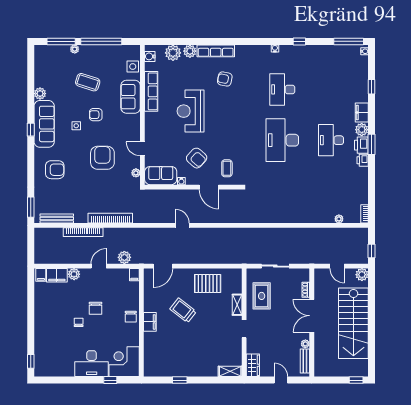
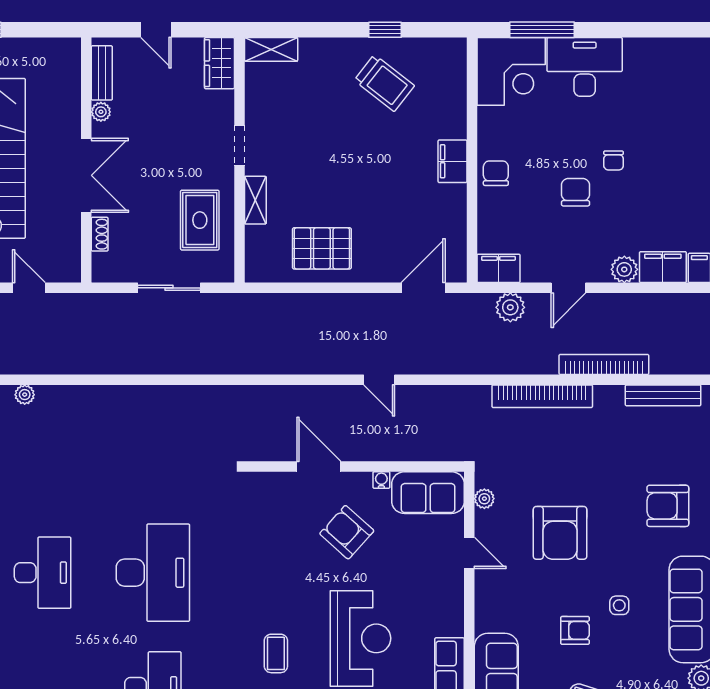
coffee table: (227, 168) -> (276, 653), moved
filing cabinet: (134, 275) -> (498, 268), width x2.00
trolley: (183, 310) -> (384, 83), moved
window: (110, 380) -> (542, 30), width x2.17

